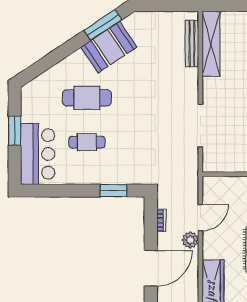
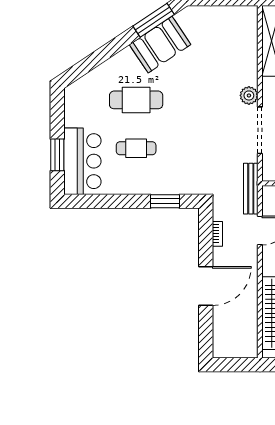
bench: (192, 44) -> (251, 189), moved
window: (15, 131) -> (57, 155), moved
plant: (190, 240) -> (249, 95), moved

